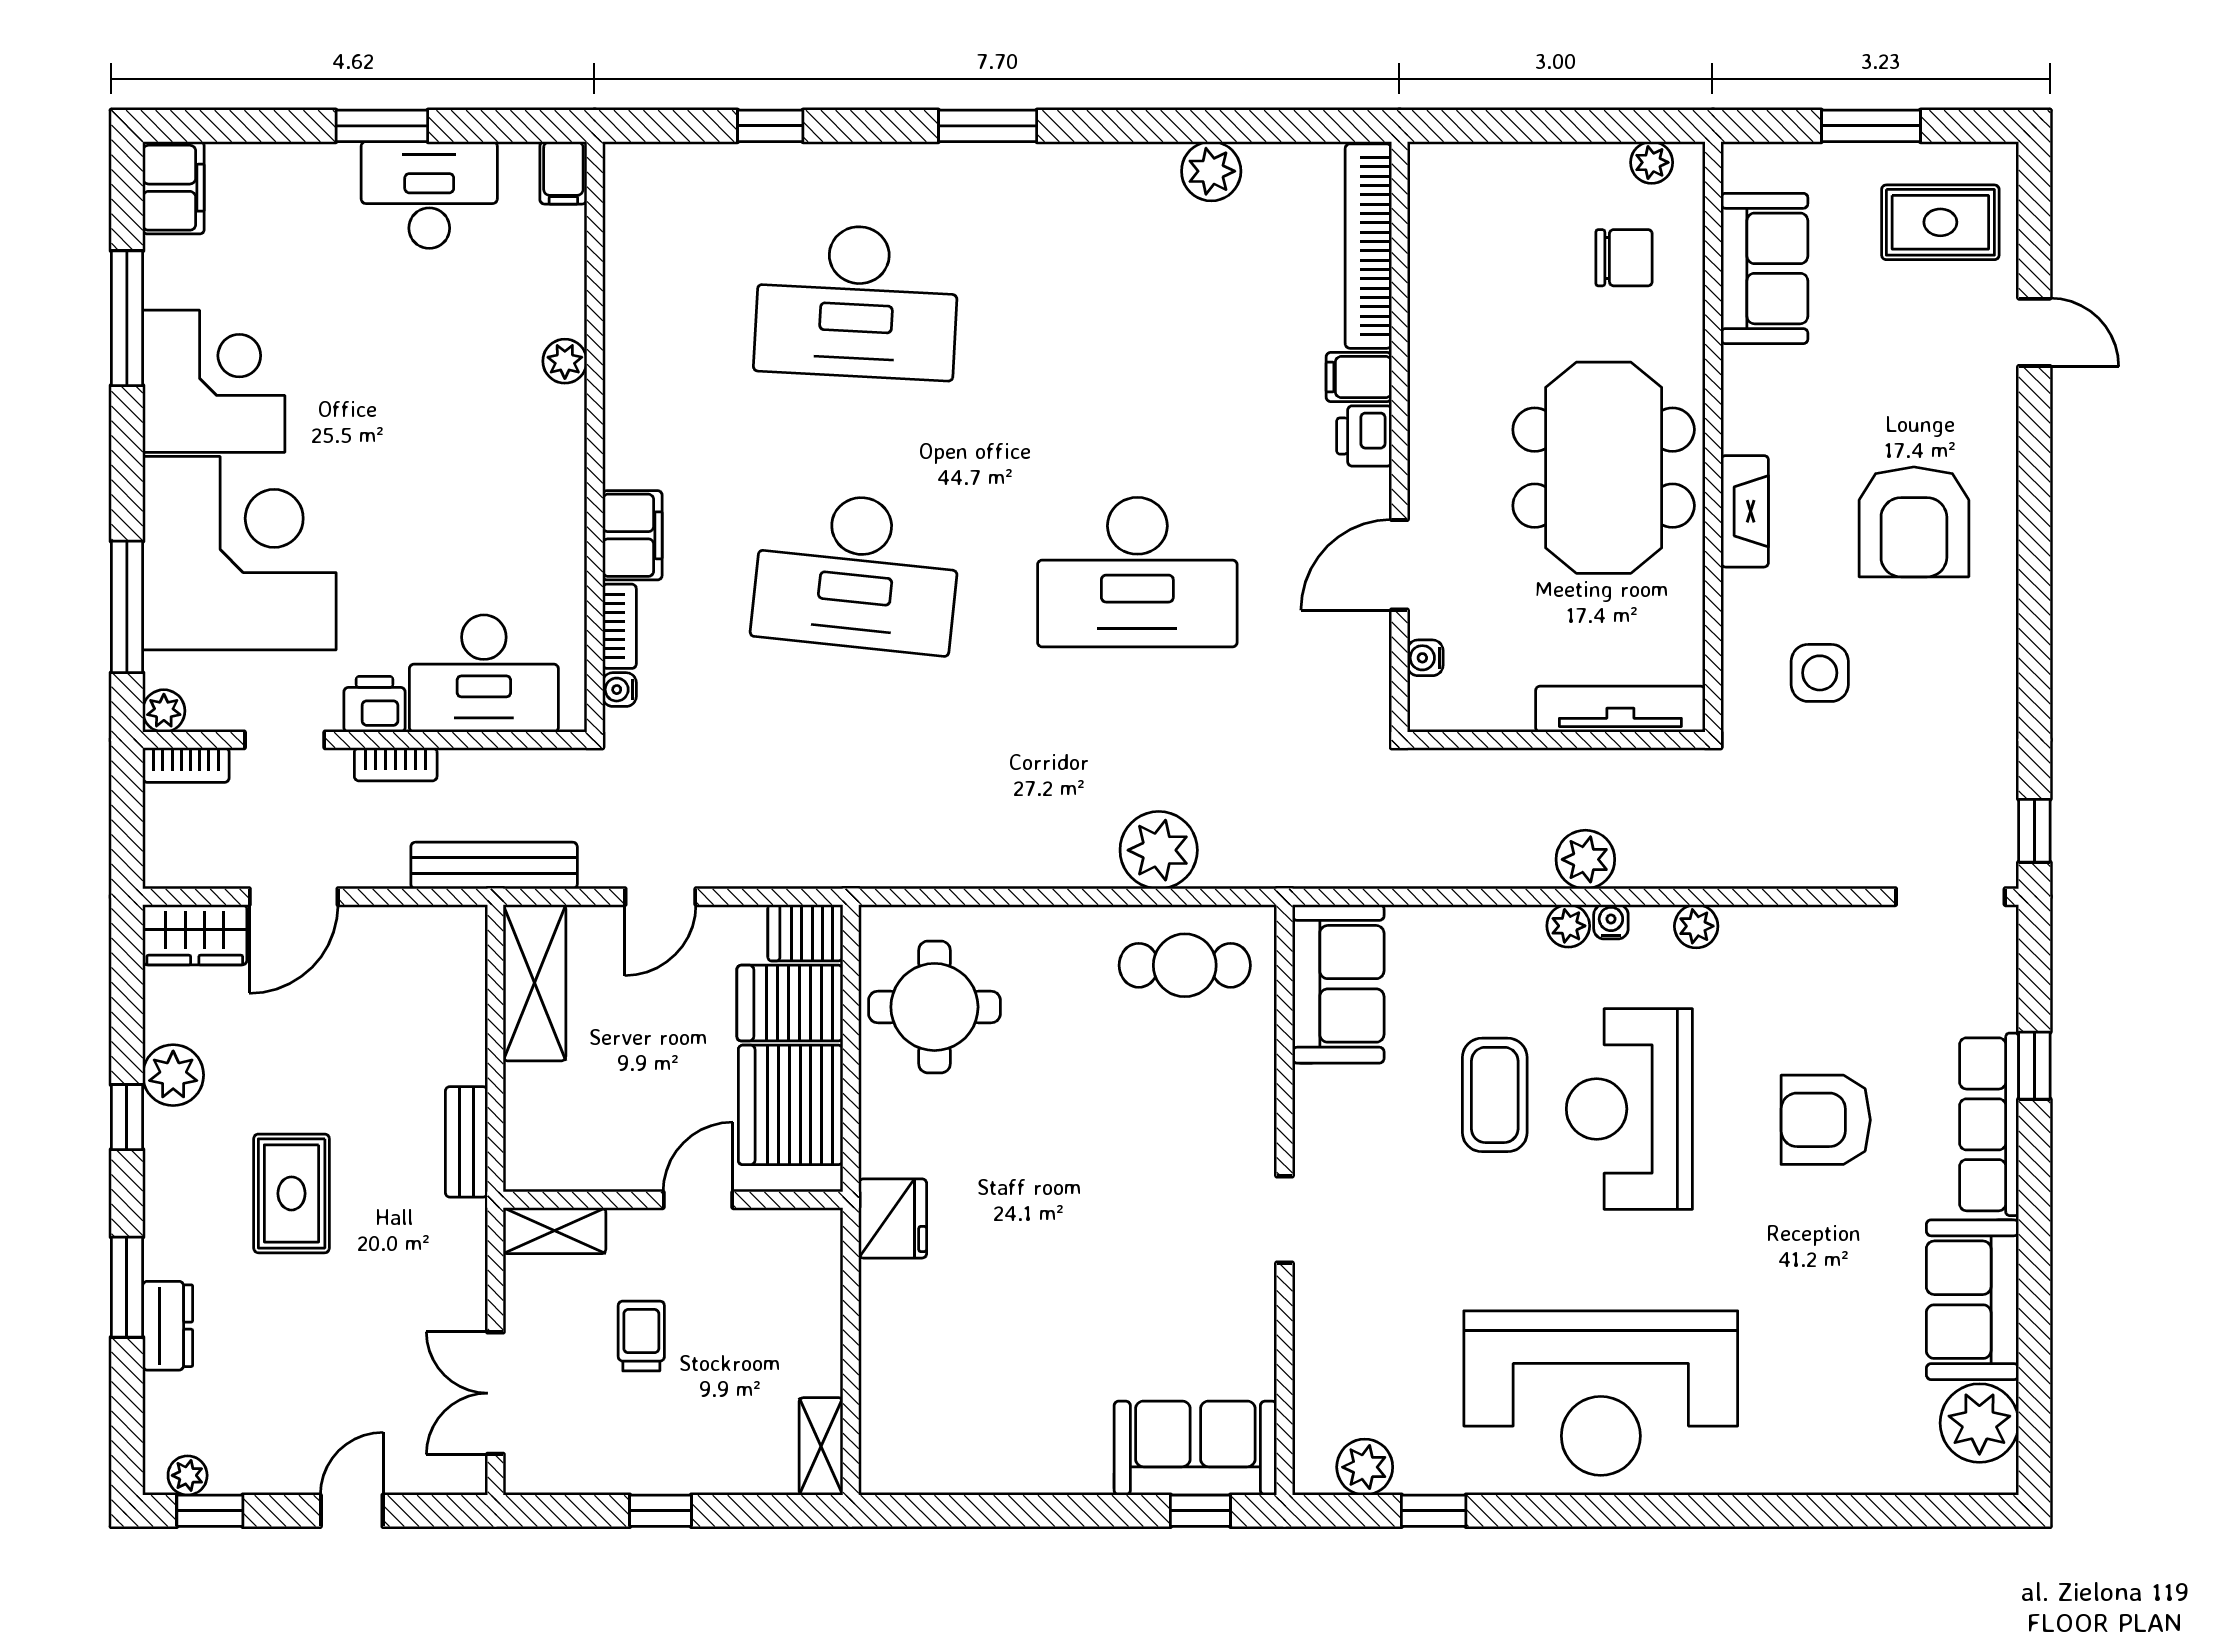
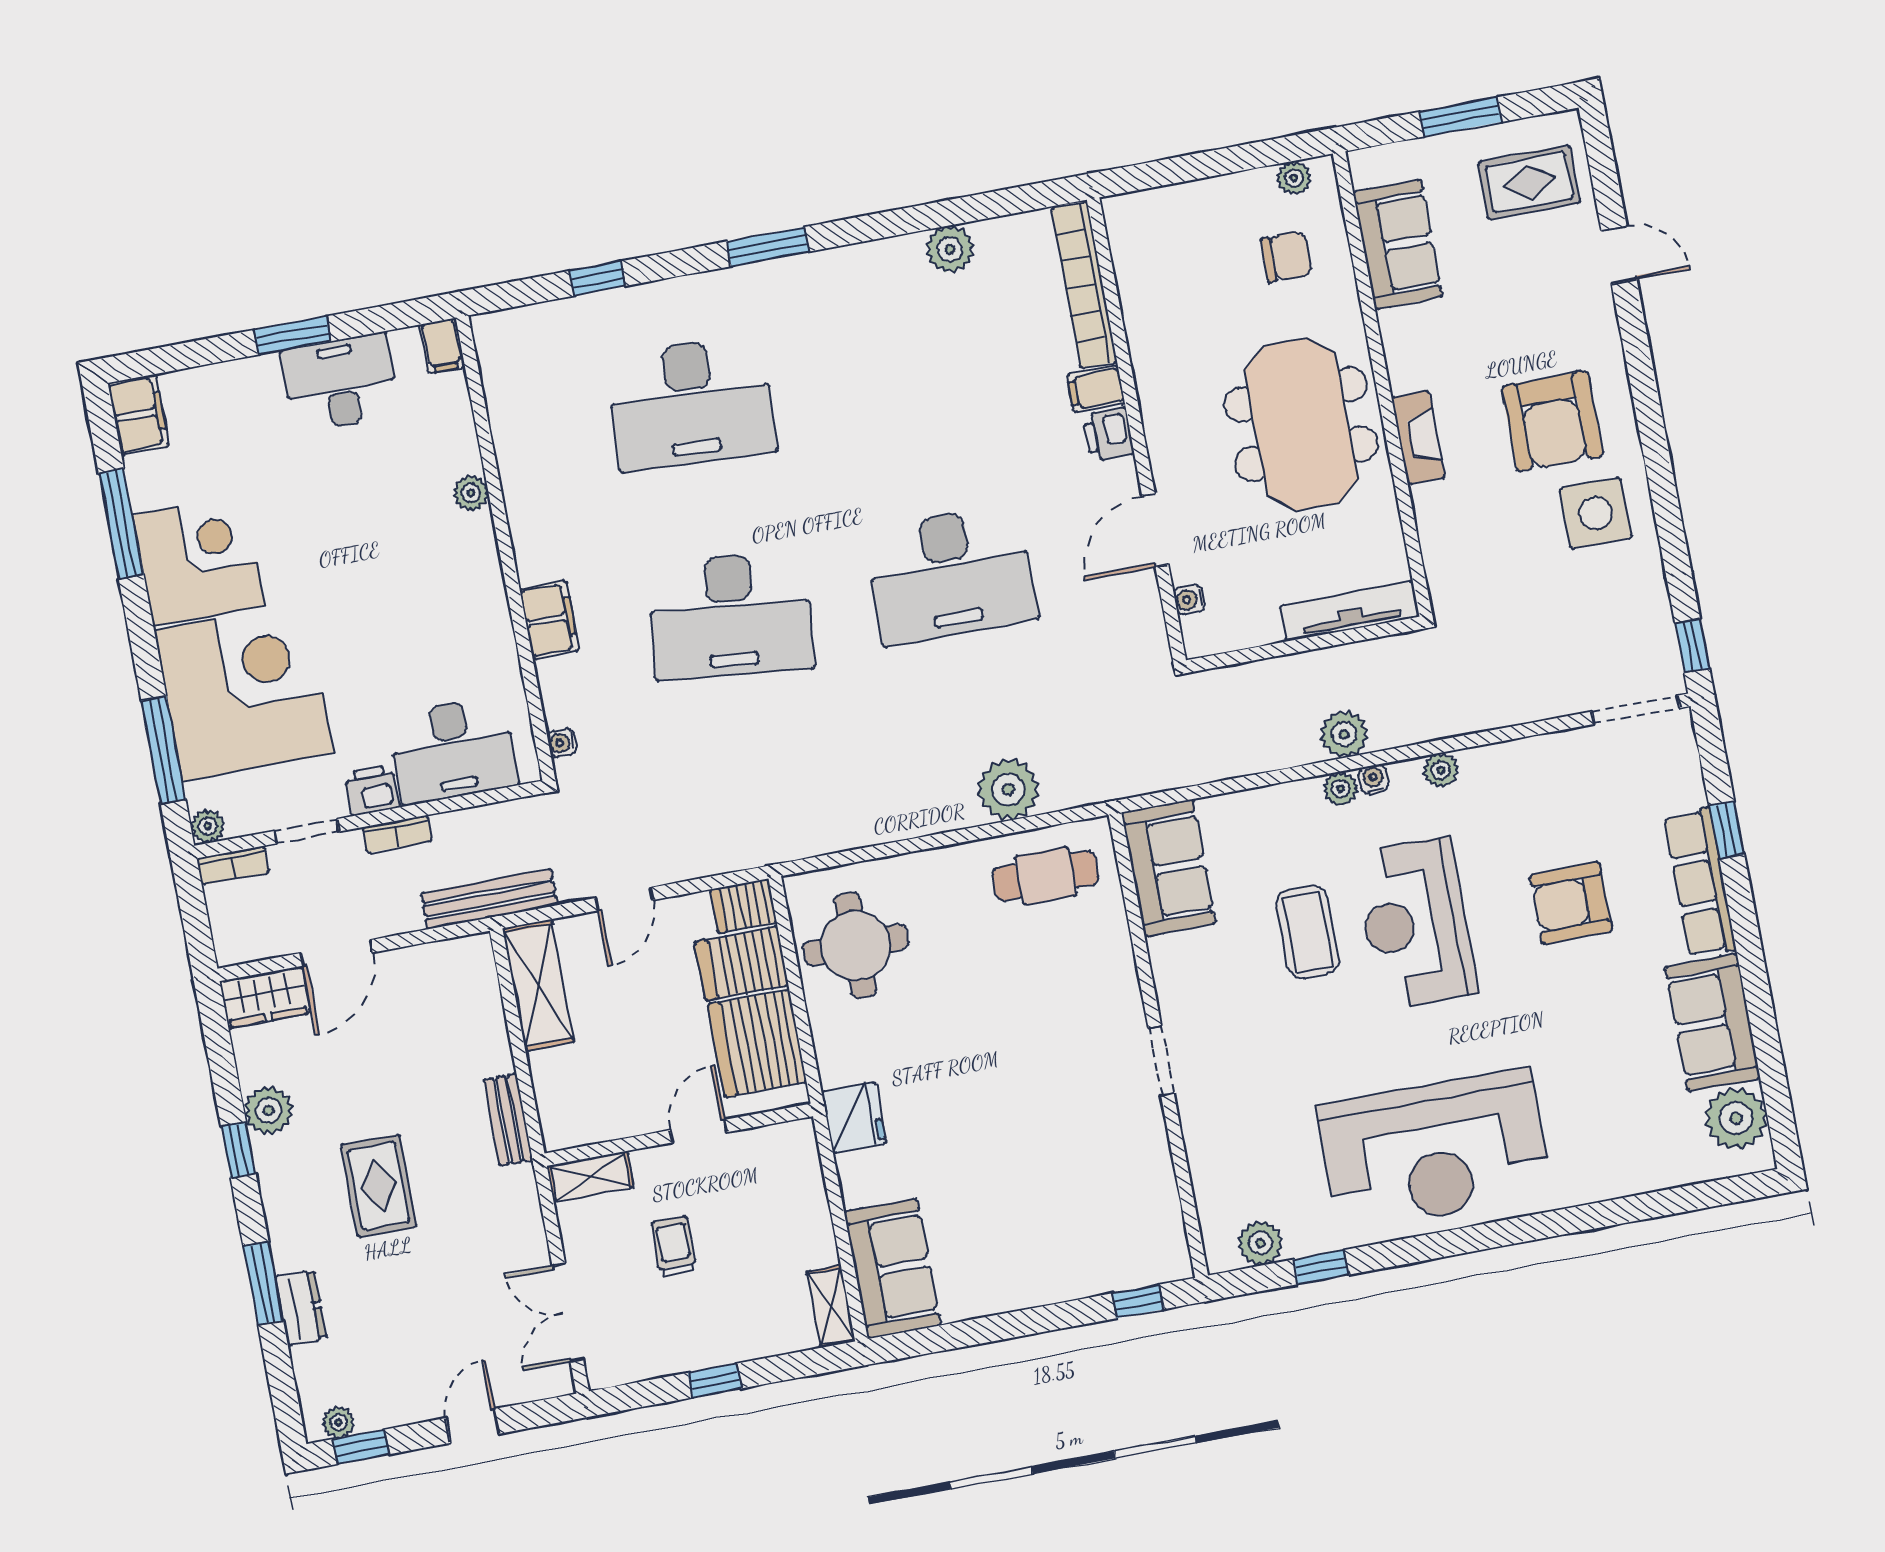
bookcase: (619, 626) -> (553, 693), removed
side table: (1820, 673) -> (1596, 513), moved, width x1.37, depth x1.37
sofa: (1195, 1448) -> (893, 1269), moved, turned 90

